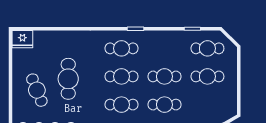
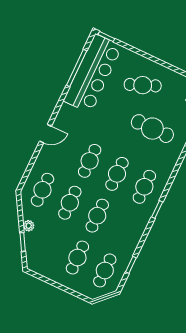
cafe table: (68, 79) -> (152, 129), moved

